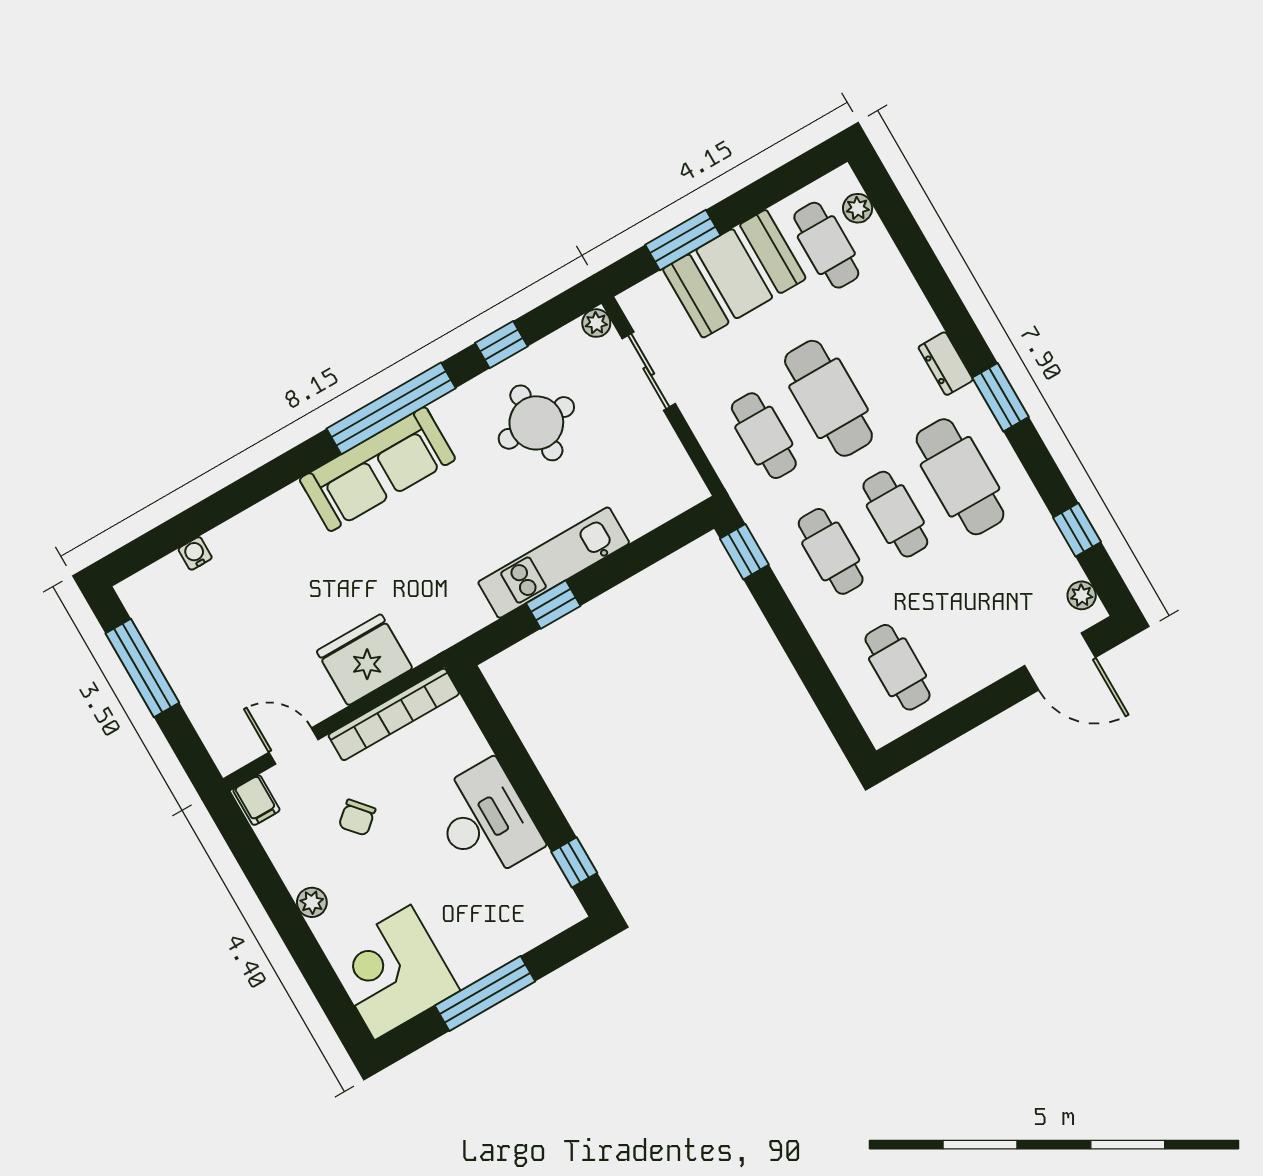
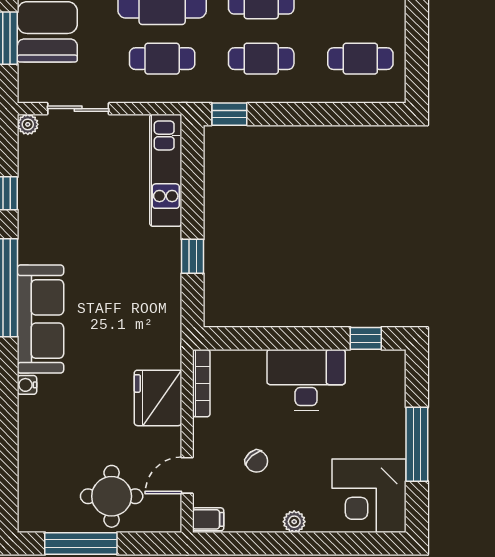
round table: (536, 423) -> (112, 496), moved
water cooler: (195, 553) -> (27, 385), moved
kitchen unit: (554, 563) -> (166, 170), moved
bookcase: (394, 714) -> (201, 383), width x0.68, depth x0.76

